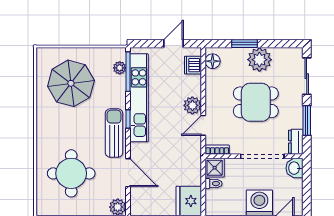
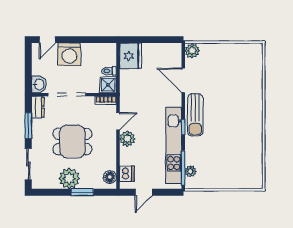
parasol: (71, 83) -> (233, 158), removed
round table: (71, 173) -> (232, 80), removed

